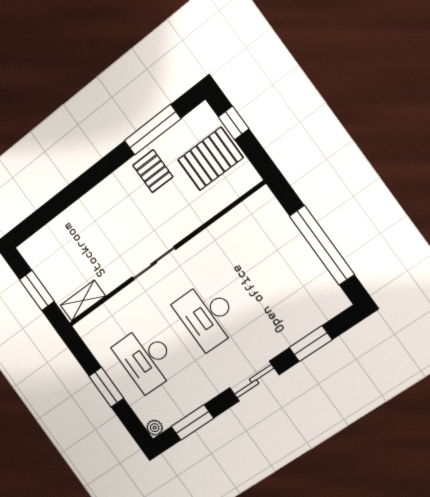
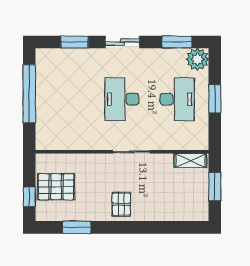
window: (153, 130) -> (77, 227), width x0.69
pallet: (153, 171) -> (121, 204), moved
desk: (207, 316) -> (122, 99), turned 180
plant: (155, 428) -> (197, 59), width x1.88, depth x1.88

